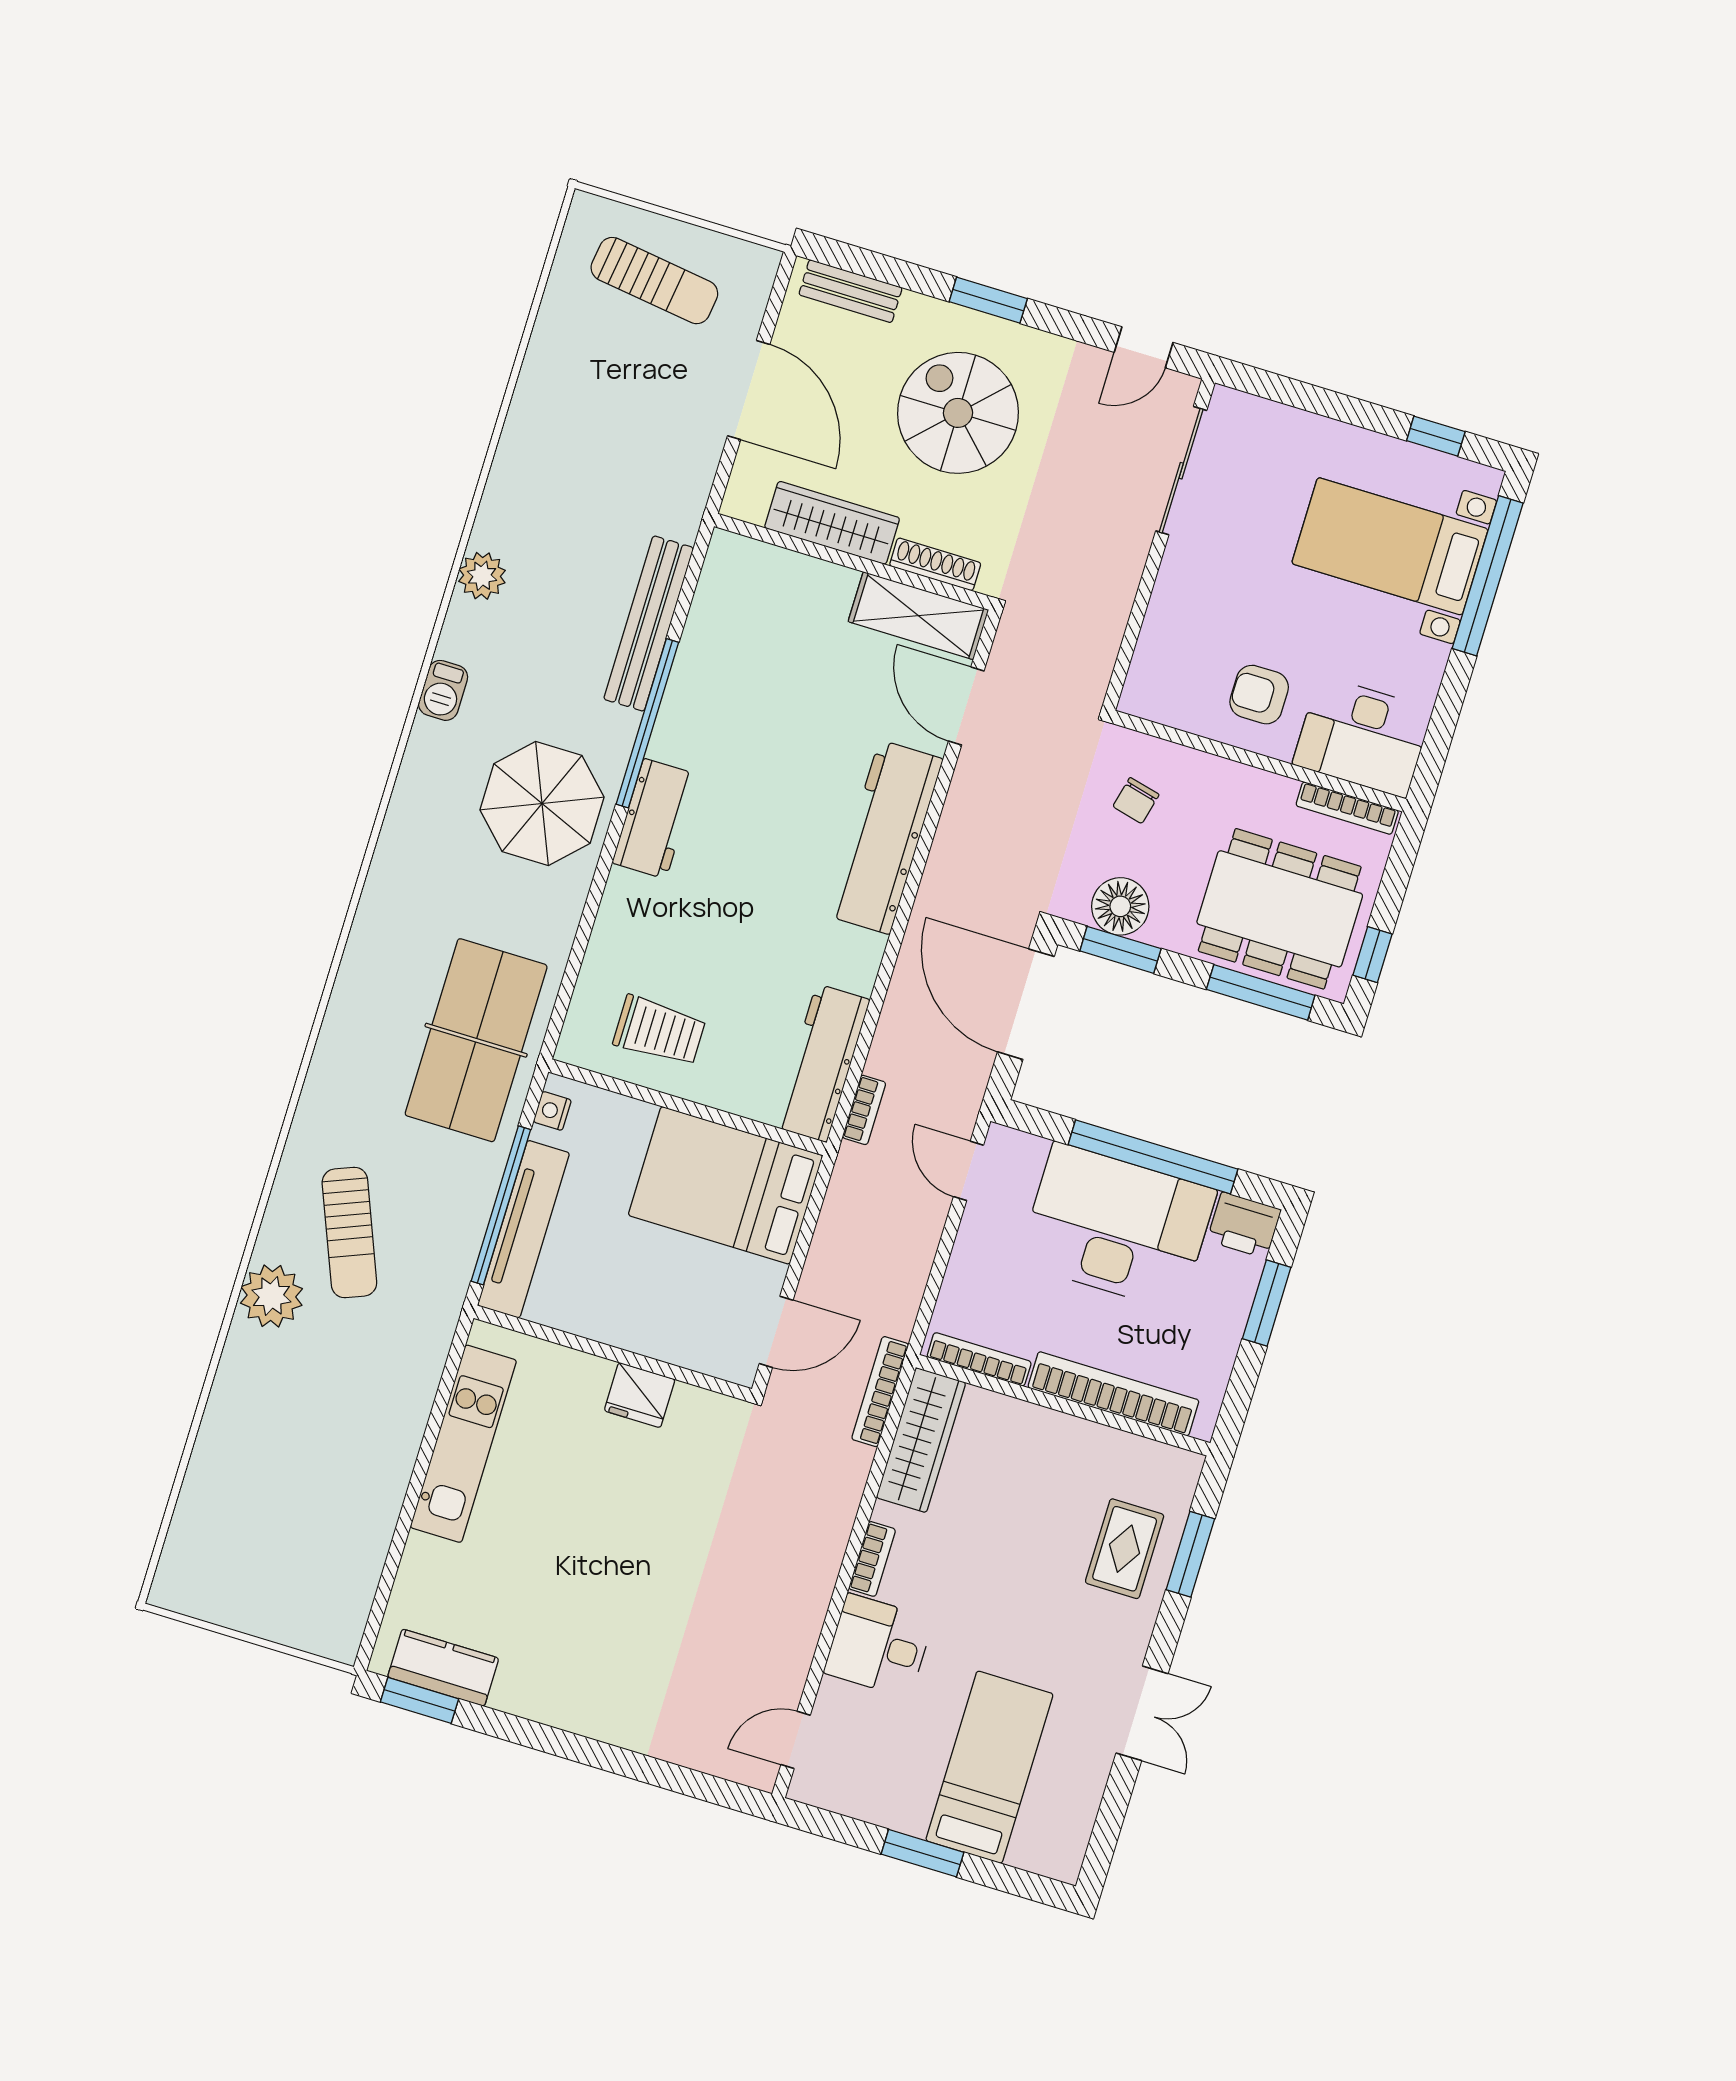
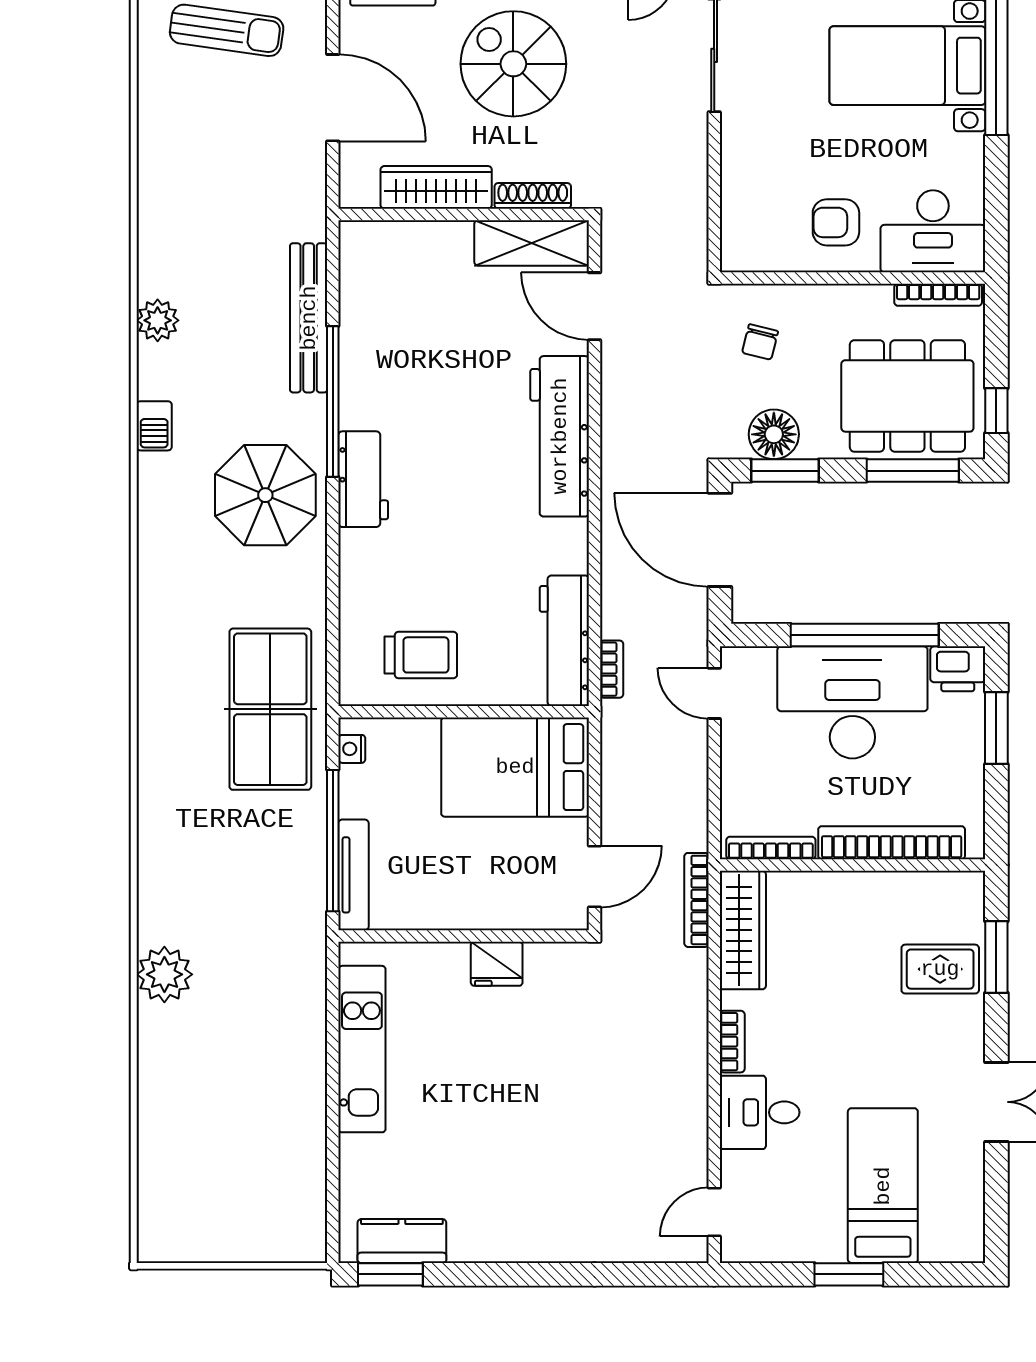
tv unit: (524, 1229) -> (353, 875), width x0.73, depth x0.78
sun lounger: (349, 1232) -> (213, 902), removed
rug: (1125, 1549) -> (940, 969), turned 90

